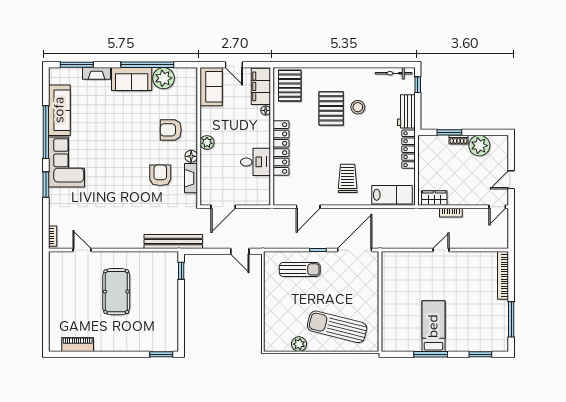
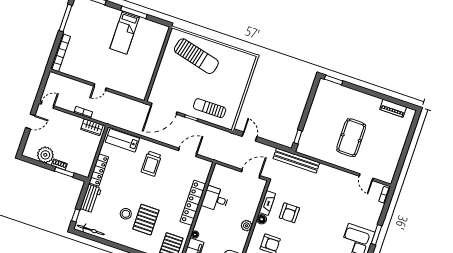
plant: (299, 344) -> (229, 53), removed

